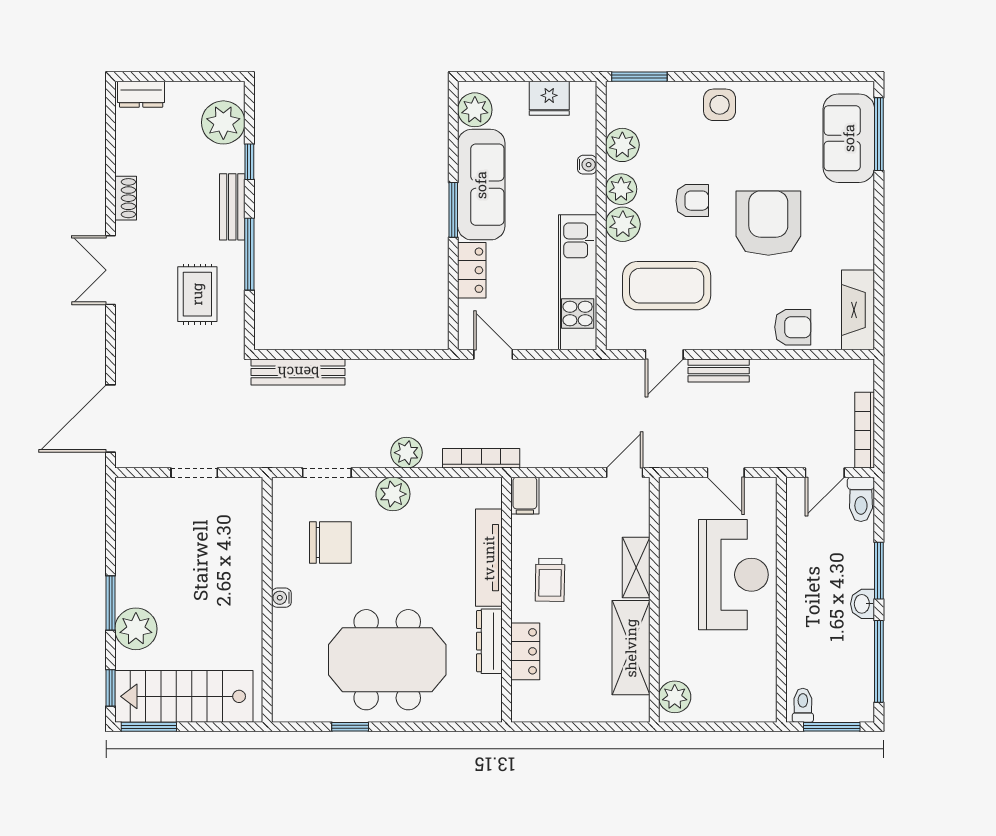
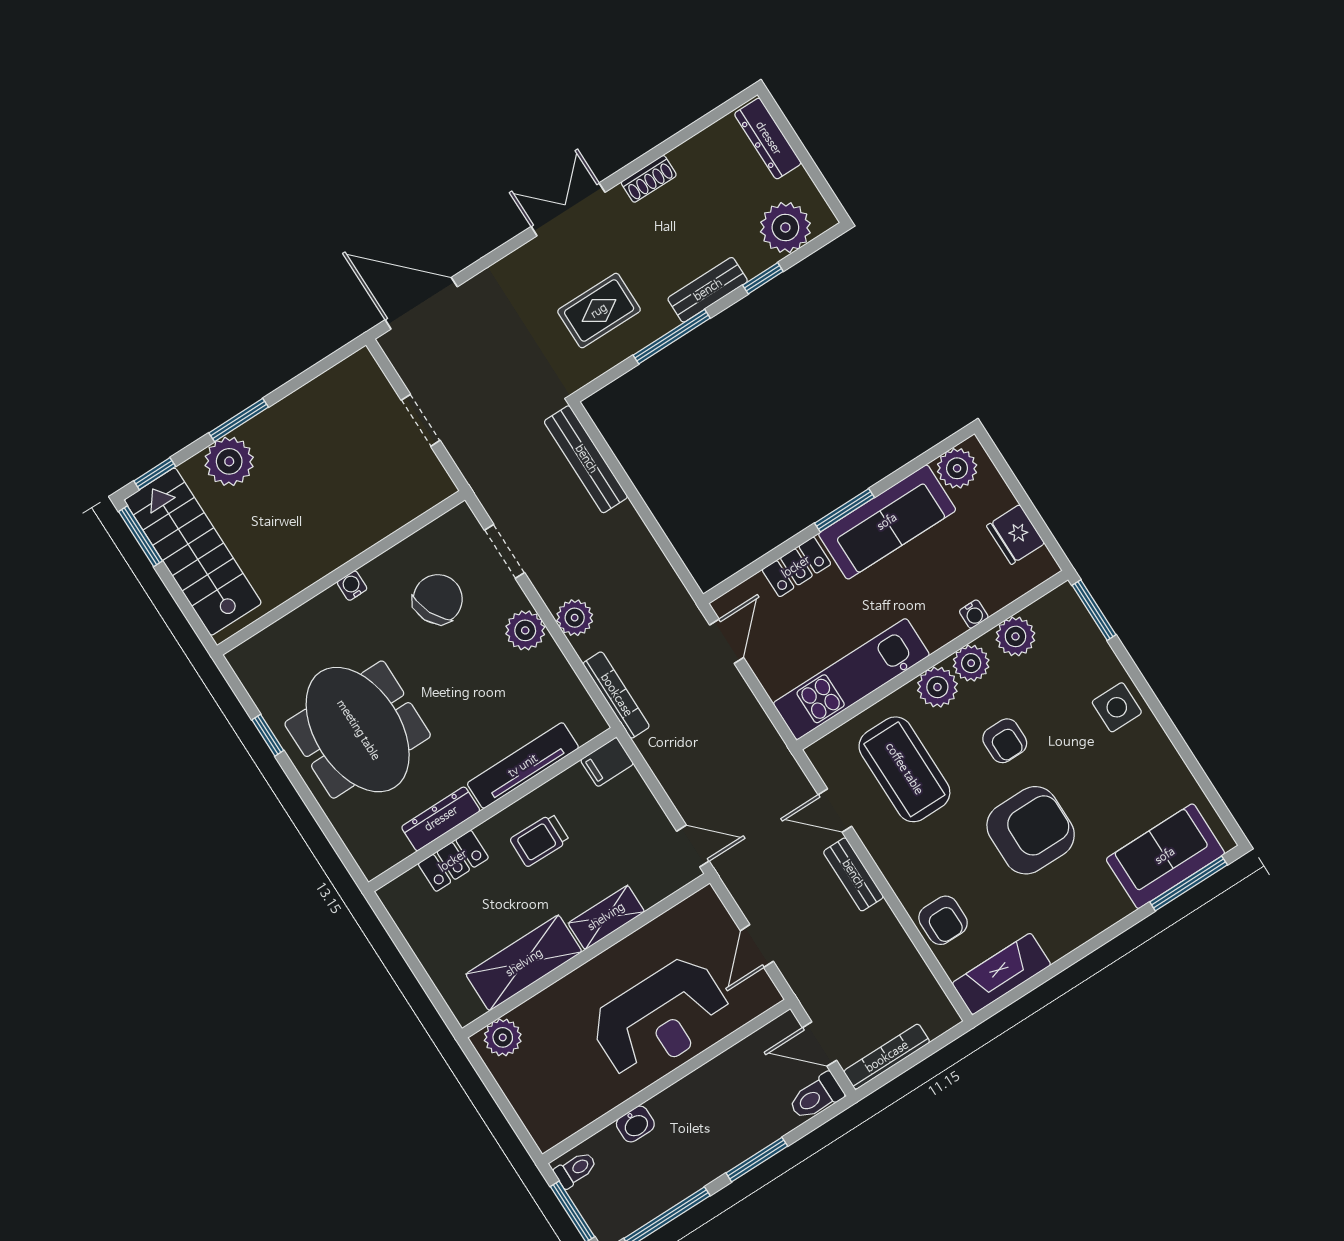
dresser: (141, 94) -> (768, 138), width x1.44
chair: (330, 542) -> (438, 599), turned -115
washbasin: (863, 604) -> (635, 1124), moved, turned 180

